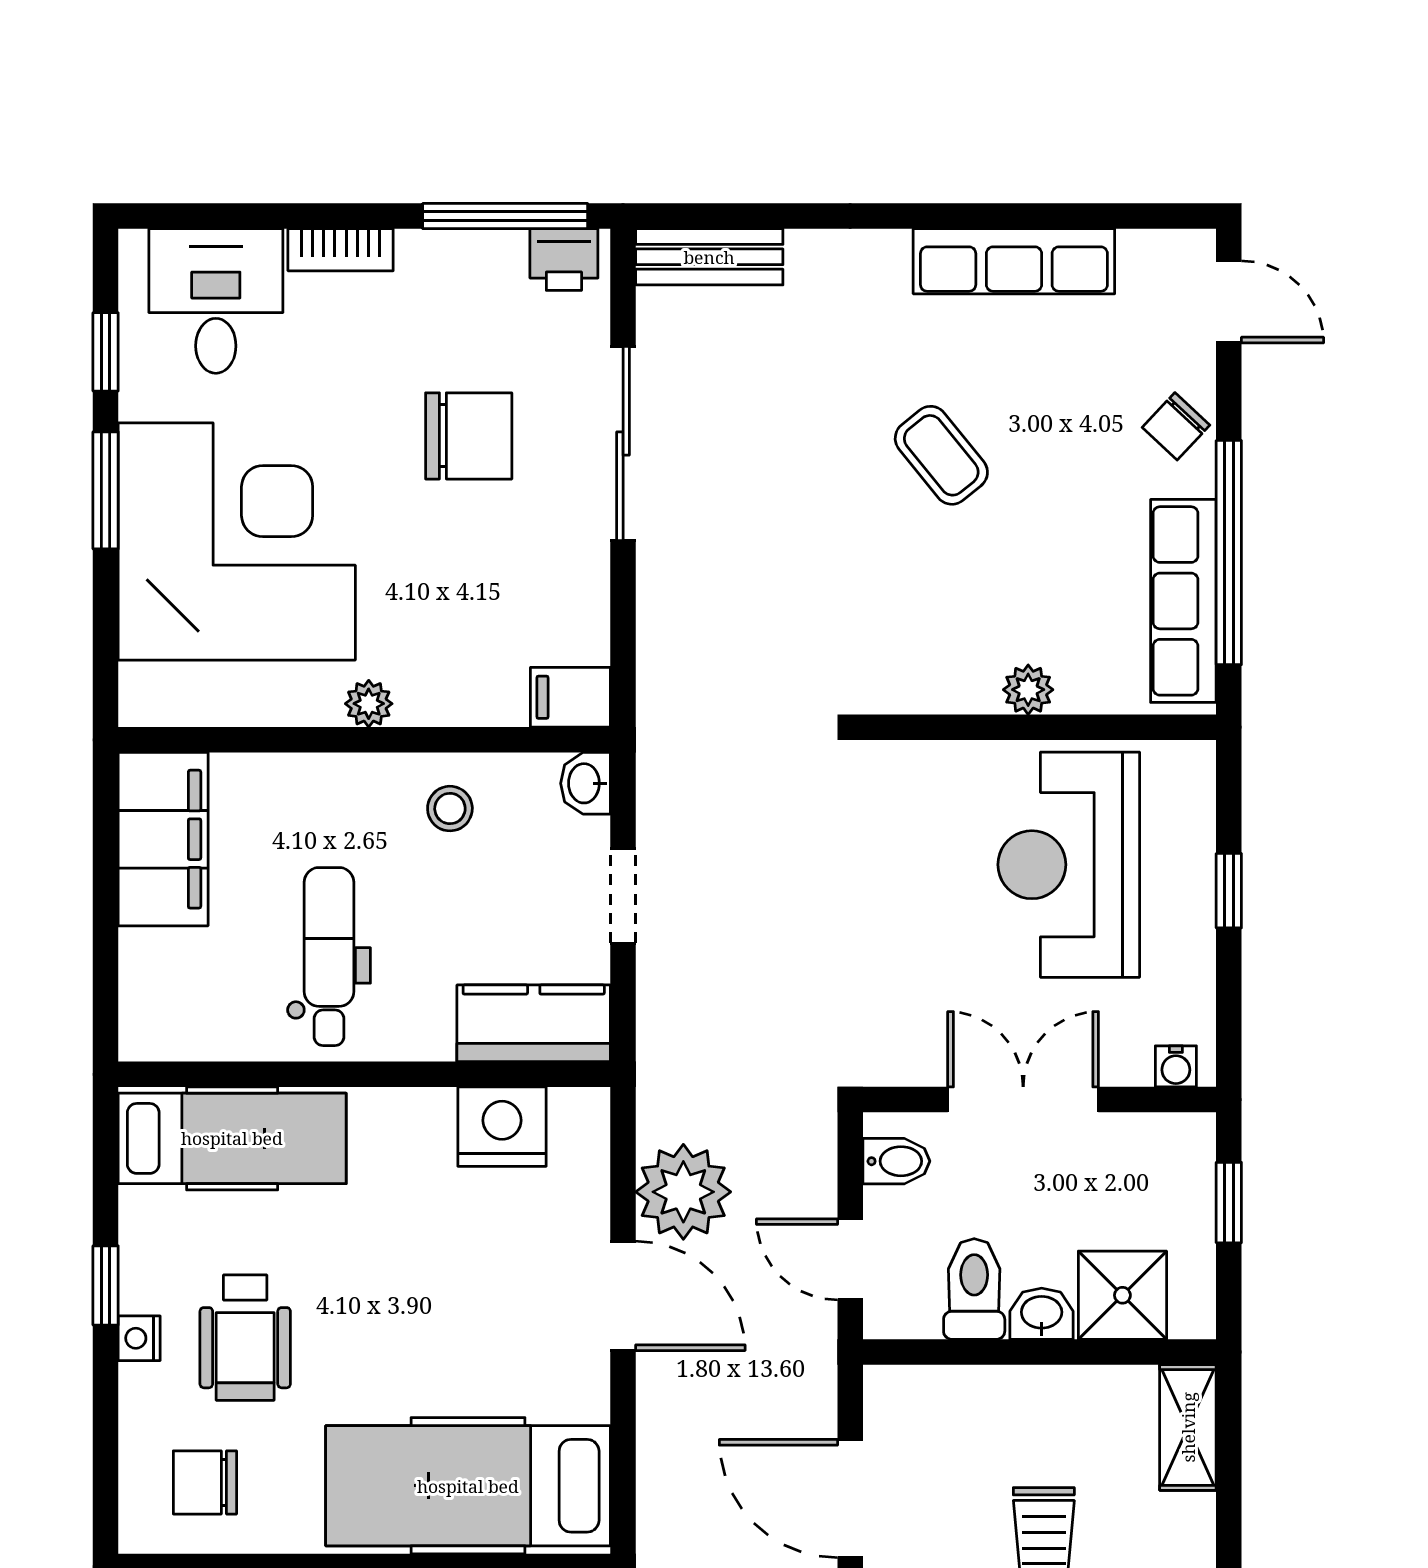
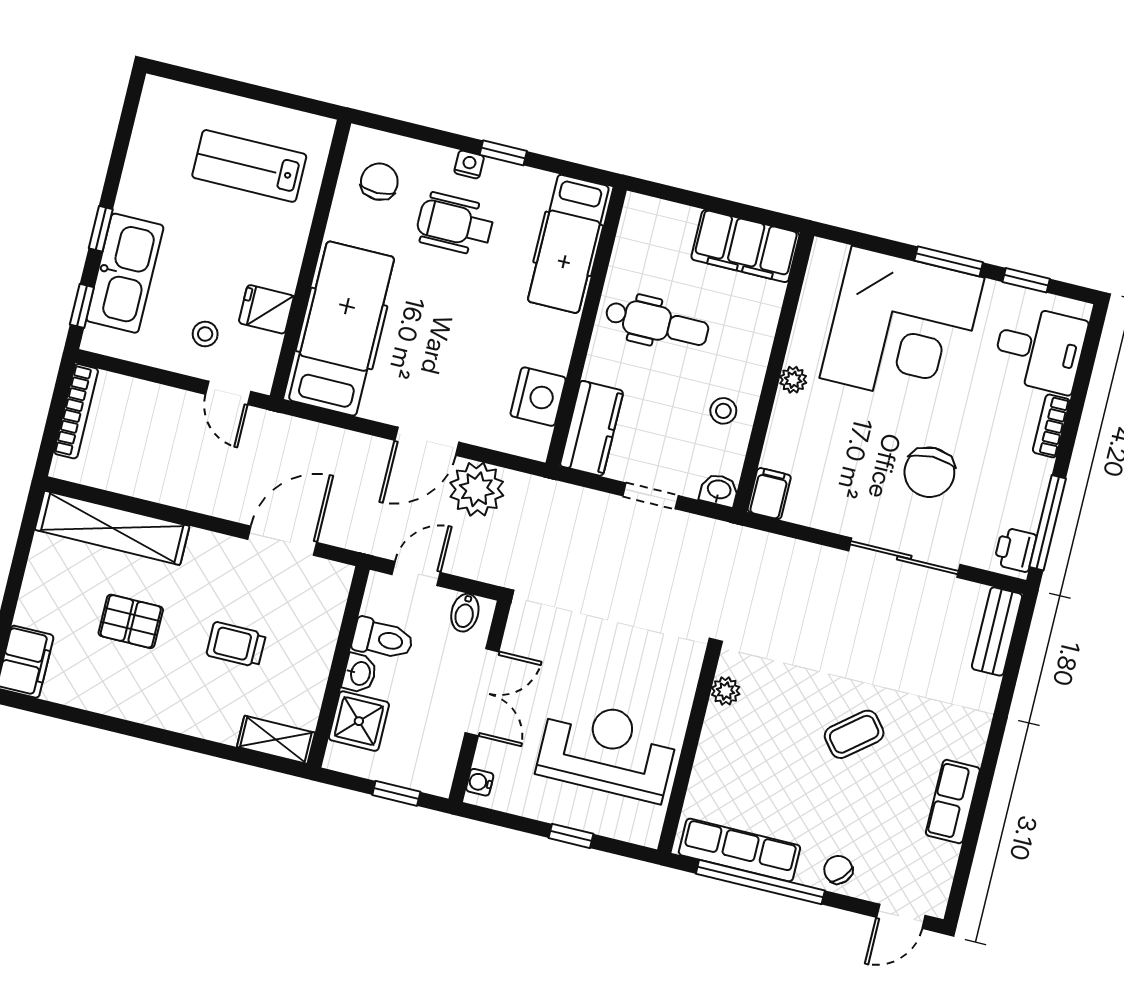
row of seats: (1014, 261) -> (953, 801), width x0.68
plant: (1028, 690) -> (726, 691), moved

